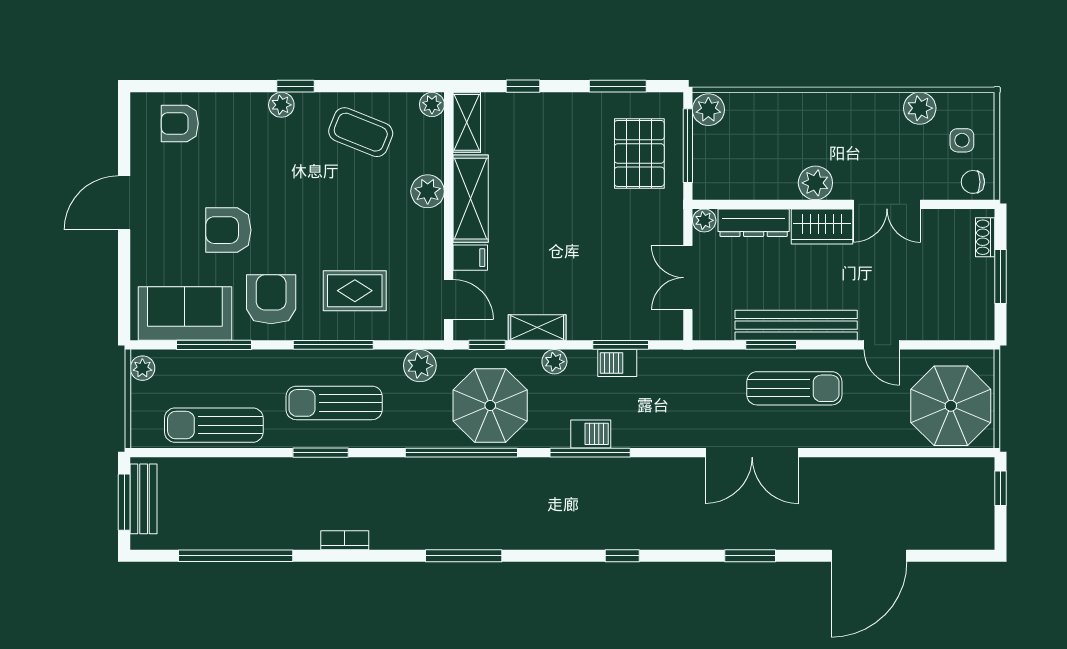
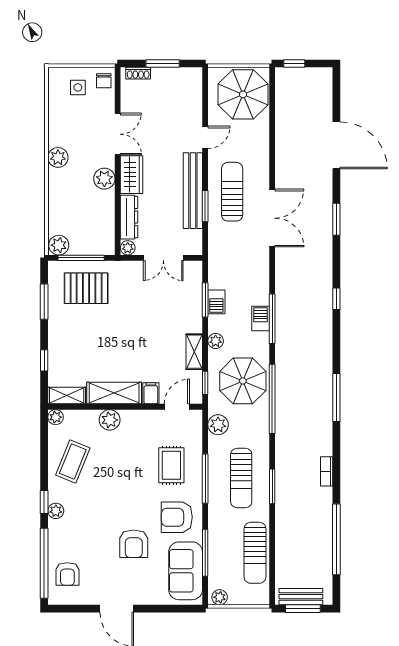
window: (197, 86) -> (44, 563), added
plant: (920, 108) -> (58, 157), moved

